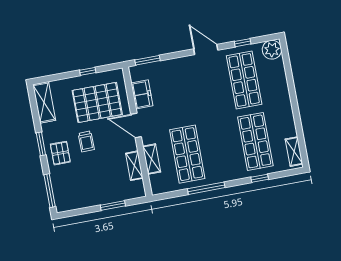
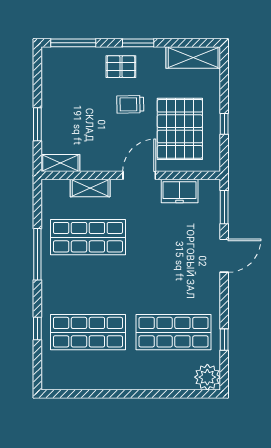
door: (206, 49) -> (224, 256), moved
shelving: (294, 152) -> (65, 382), removed
shelving: (134, 166) -> (60, 163), moved

